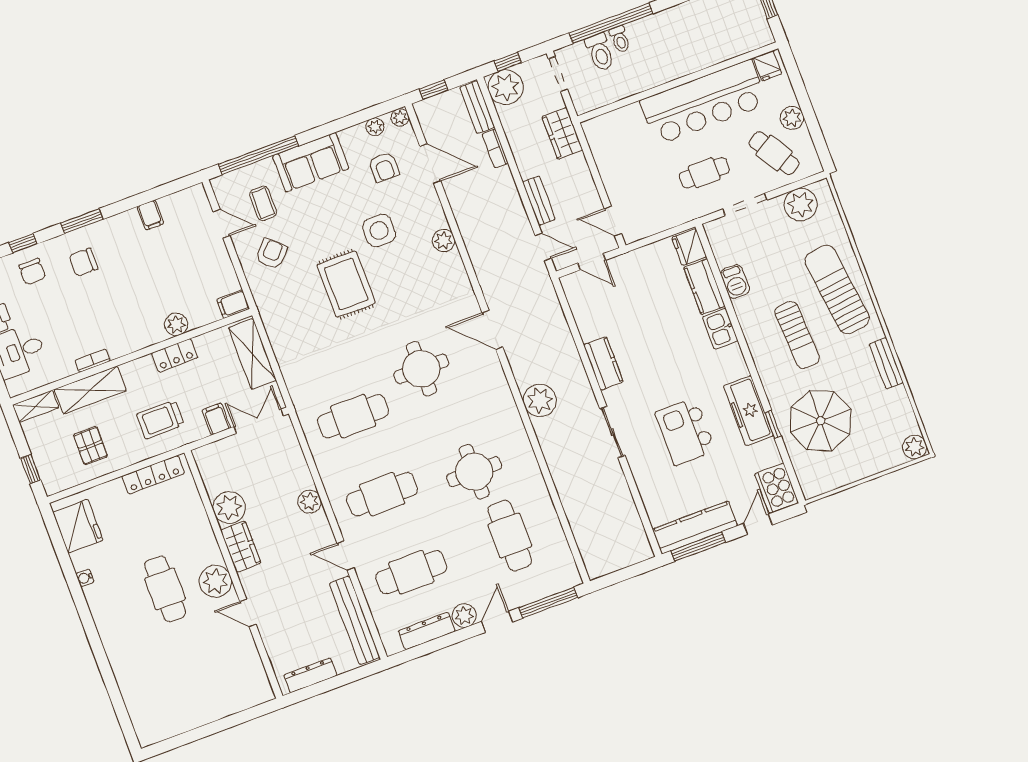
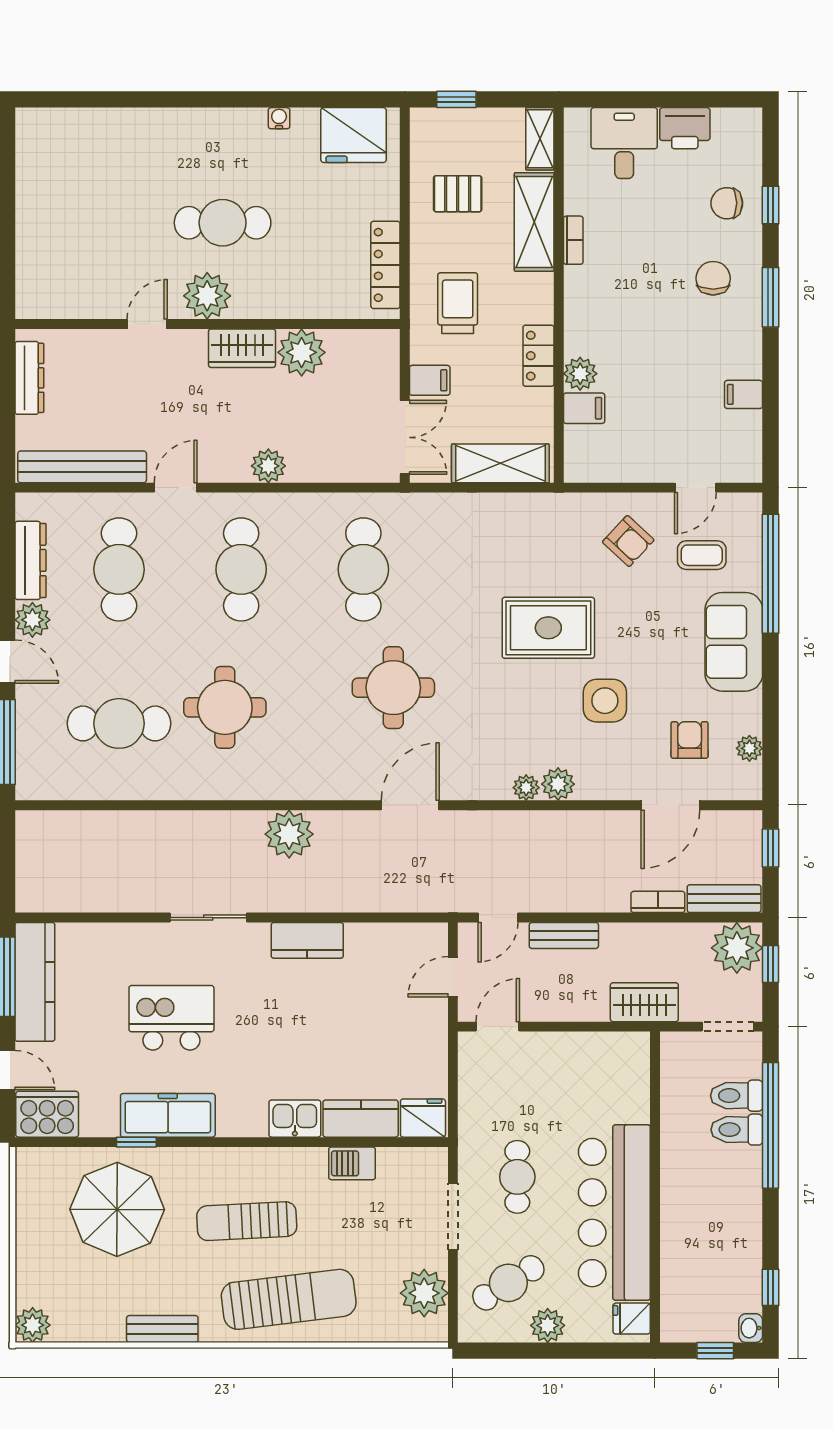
toilet: (620, 39) -> (737, 1130), width x1.37, depth x1.39
plant: (400, 117) -> (526, 788), moved
armchair: (384, 167) -> (690, 740), turned 90
filing cabinet: (233, 304) -> (584, 408), moved, turned 90

